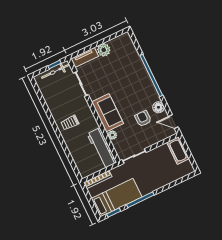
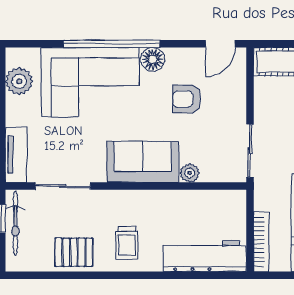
plant: (104, 50) -> (19, 81), moved
corner sofa: (131, 74) -> (90, 82), added
pallet: (55, 102) -> (74, 252), added
floor lamp: (158, 107) -> (153, 59), moved
workbench: (102, 148) -> (205, 256), moved, turned 180

